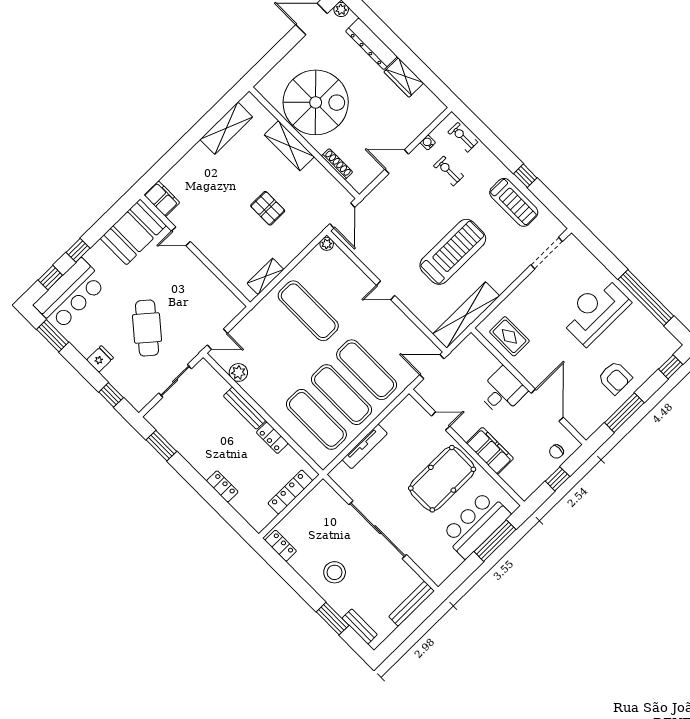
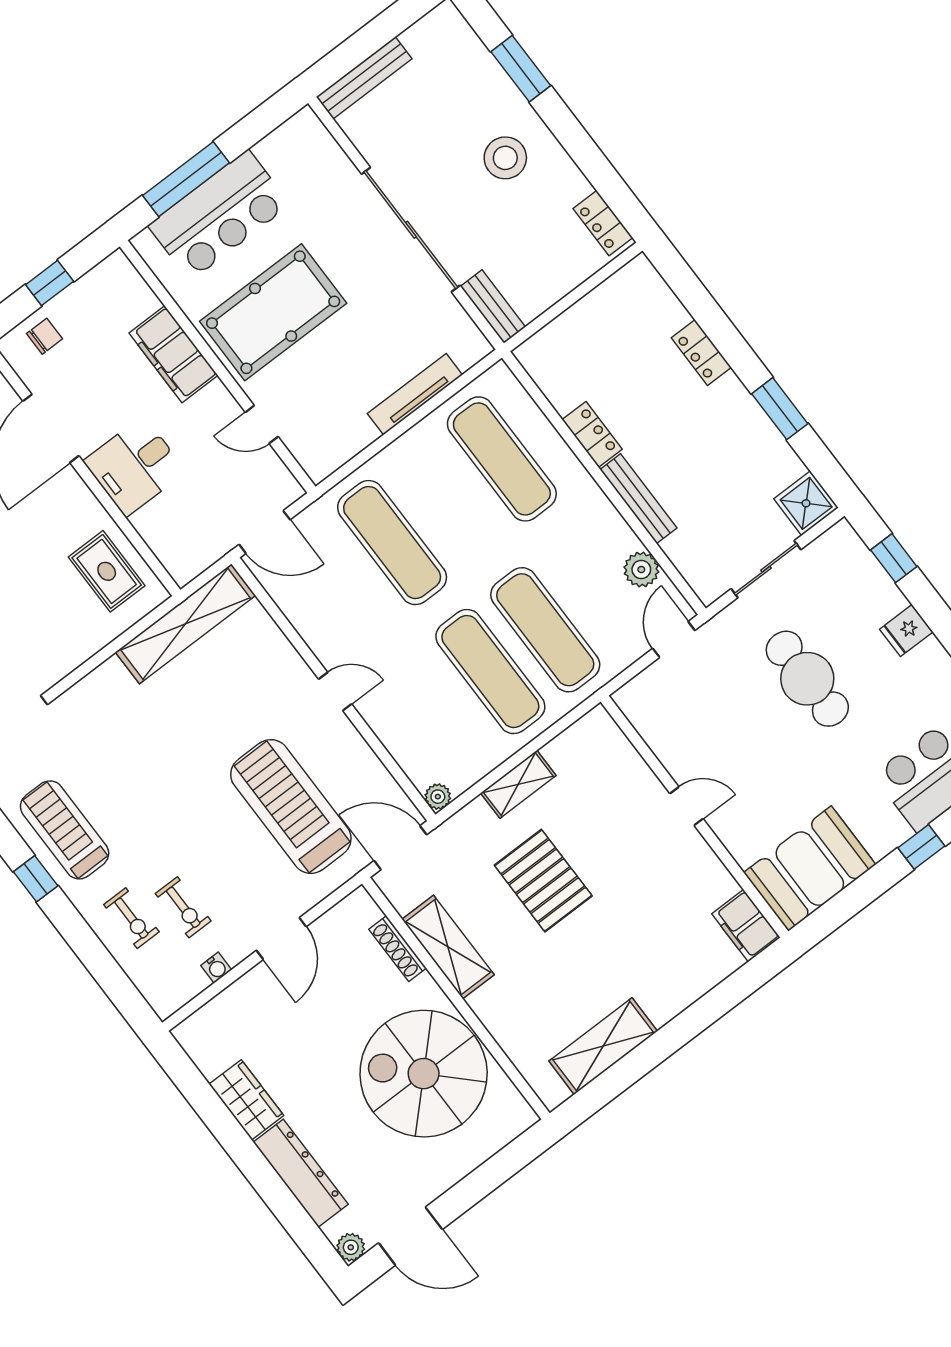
exercise bike: (463, 137) -> (131, 918), moved
shelving: (289, 146) -> (448, 947), moved
door: (397, 162) -> (281, 938), hinge flipped
pallet: (268, 208) -> (543, 881), width x1.50, depth x1.42
door: (342, 215) -> (400, 848), hinge flipped
door: (181, 236) -> (687, 806), moved
treadmill: (453, 252) -> (291, 807), moved, turned 90
shelving: (265, 276) -> (518, 784), moved
cafe table: (147, 328) -> (807, 679), turned -40
door: (217, 339) -> (674, 639), hinge flipped
exercise mat: (342, 395) -> (545, 630), moved
shower: (159, 417) -> (806, 503), added
window: (161, 446) -> (780, 409), moved
locker: (290, 492) -> (571, 325), removed
bench: (360, 626) -> (493, 307), moved

